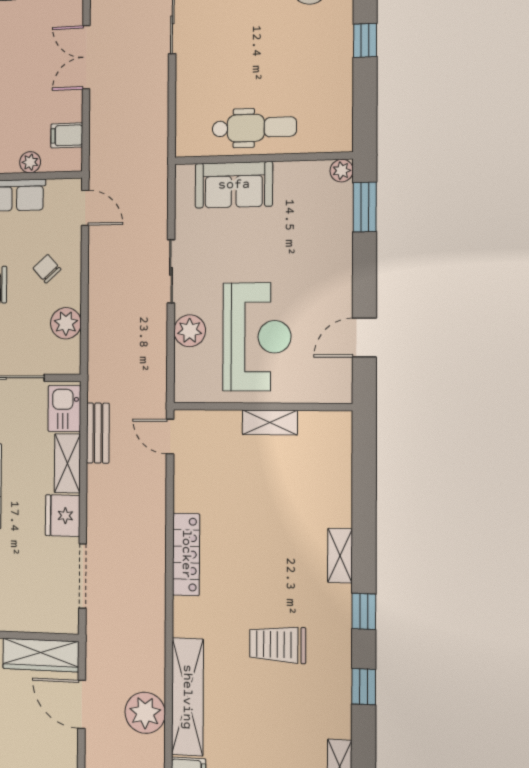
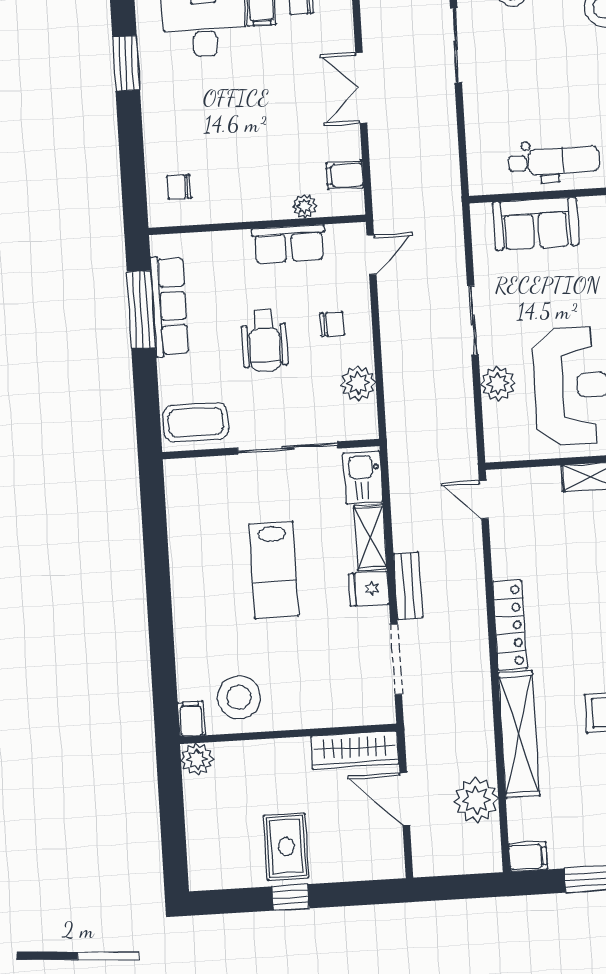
door: (85, 208) -> (371, 255), hinge flipped
chair: (47, 269) -> (332, 324), turned 132
bench: (98, 433) -> (408, 586), moved
fridge: (63, 516) -> (369, 589), width x0.72
shelving: (187, 697) -> (519, 734), moved

